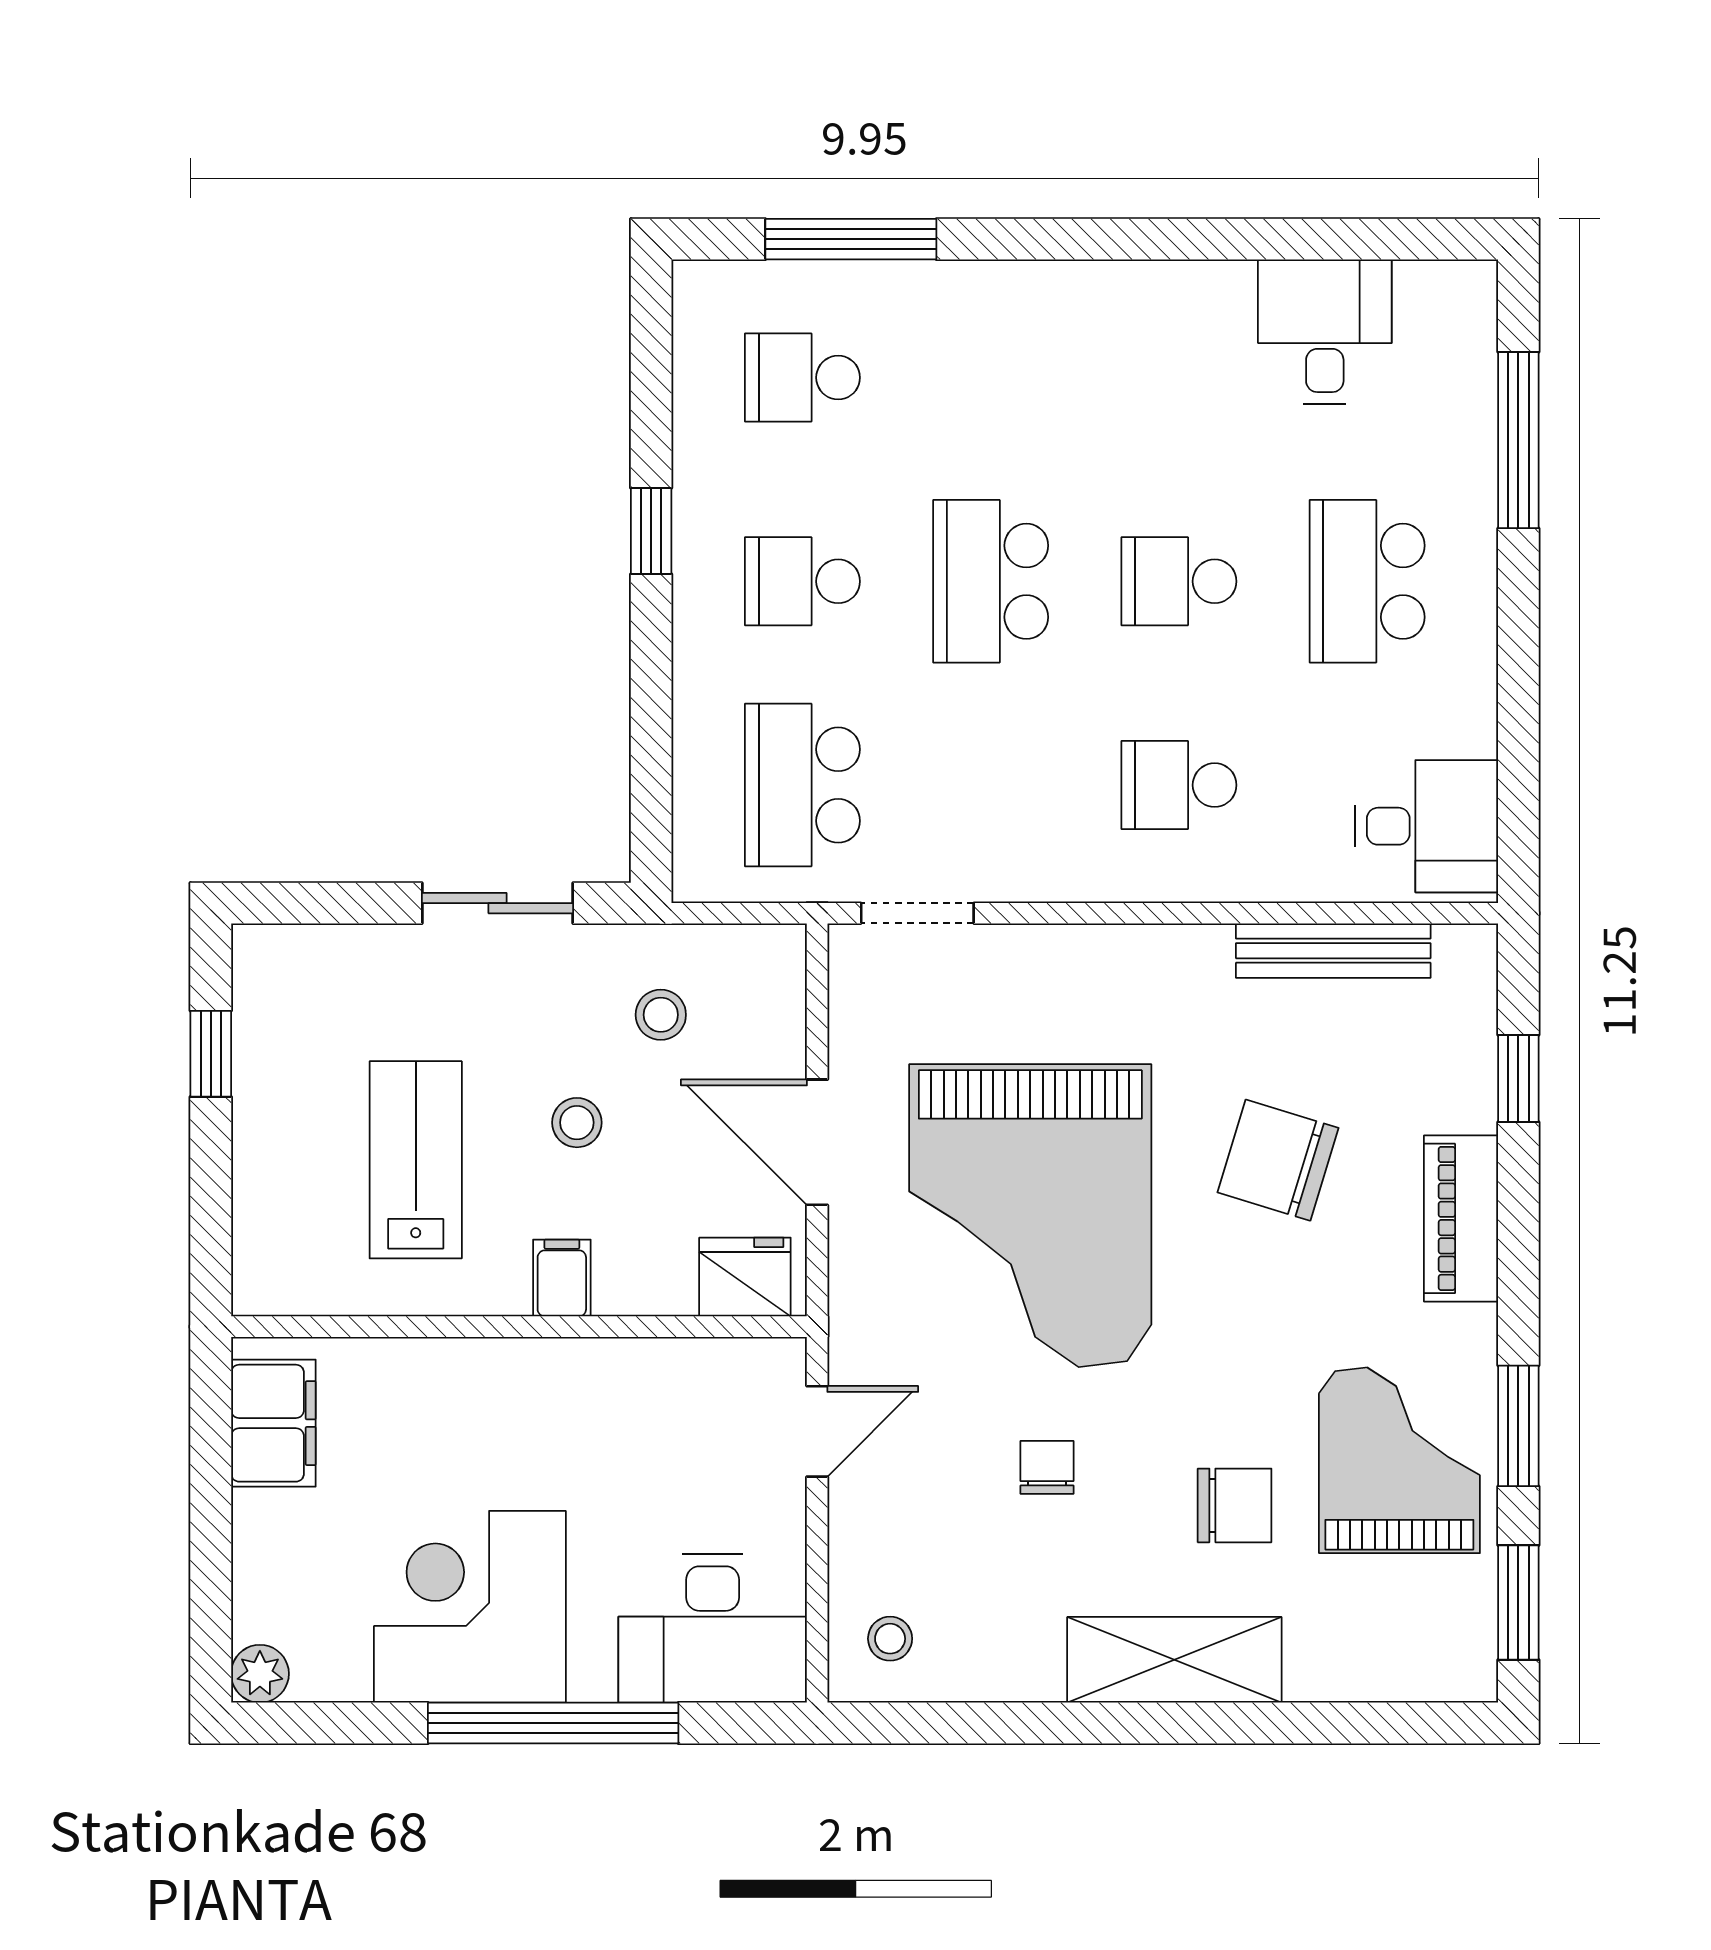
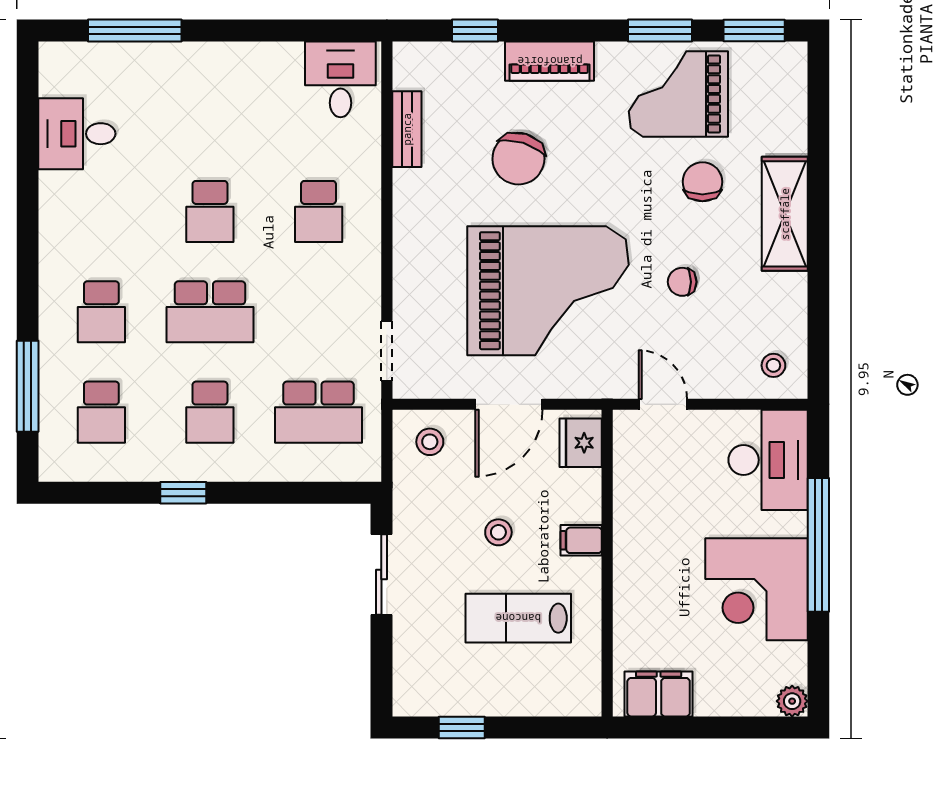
school desk: (1367, 581) -> (101, 312), moved, width x0.54
bench: (1333, 951) -> (407, 129), width x0.73
stool: (661, 1015) -> (430, 442), moved

